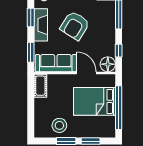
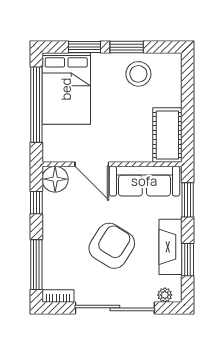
cot: (40, 86) -> (167, 135), width x1.37, depth x1.34
bed: (95, 101) -> (66, 89), moved, turned 90

